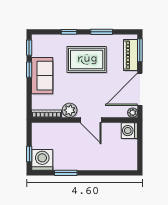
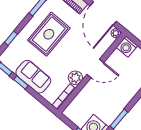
window: (69, 32) -> (11, 38), moved

